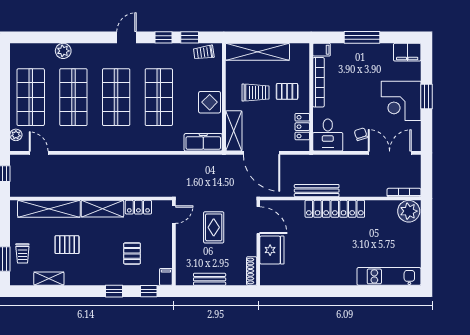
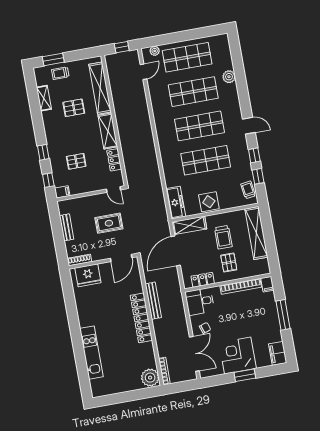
pallet: (67, 245) -> (74, 108), turned 90
fridge: (272, 250) -> (88, 275), moved
kitchen unit: (389, 276) -> (91, 353), moved

